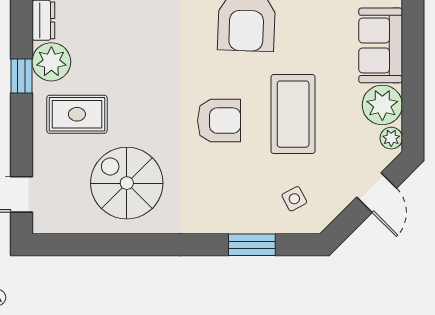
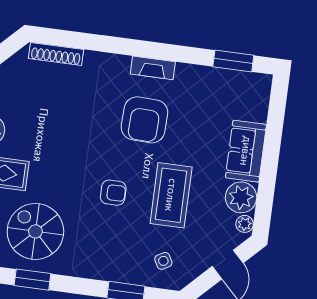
armchair: (219, 121) -> (113, 193), width x0.72, depth x0.72
window: (131, 245) -> (32, 280), added

